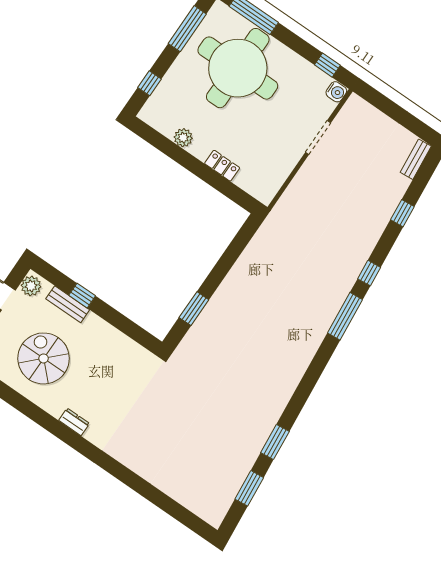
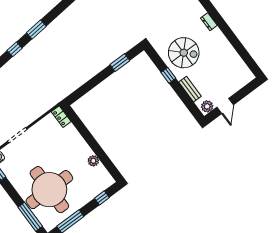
locker: (222, 166) -> (61, 117), moved
window: (82, 296) -> (168, 75), moved
window: (345, 316) -> (36, 30), width x0.69
spiral stairs: (44, 358) -> (184, 53), moved, turned -90

